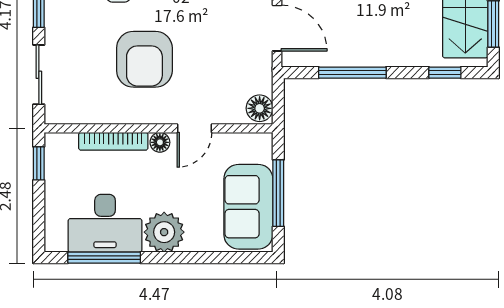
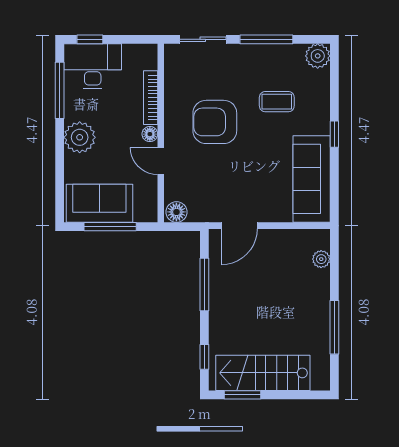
window: (39, 163) -> (90, 39), moved
desk: (105, 223) -> (93, 66), moved, turned 90

